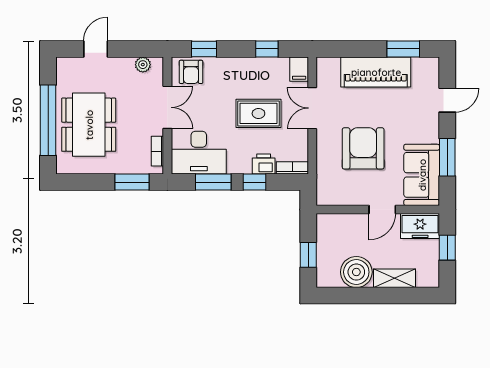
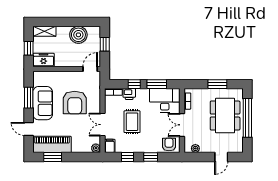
window: (204, 49) -> (151, 157), moved
plant: (324, 65) -> (96, 148), added
piano: (376, 72) -> (52, 144), moved
door: (447, 100) -> (29, 129), hinge flipped
double door: (312, 108) -> (103, 125), swing flipped
rug: (258, 113) -> (132, 122), turned 90
sofa: (422, 175) -> (43, 103), moved
window: (132, 182) -> (217, 84), moved
door: (382, 209) -> (90, 69), moved
shelving: (394, 278) -> (44, 31), moved

